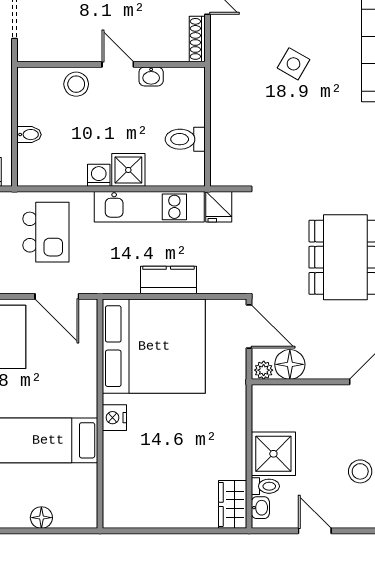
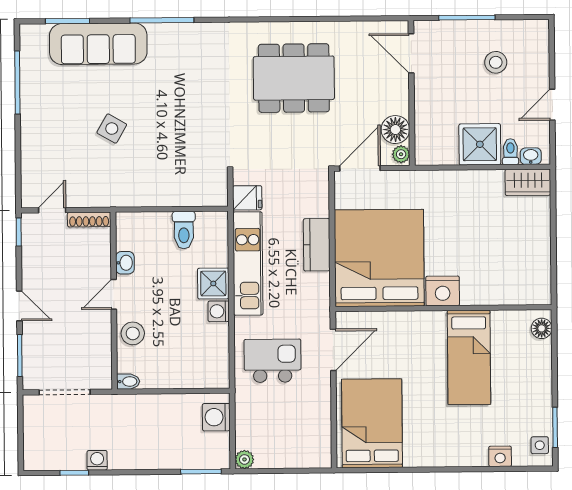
bidet: (29, 135) -> (128, 382), moved, turned 90
nightstand: (114, 418) -> (443, 291), width x1.36, depth x1.33
floor lamp: (41, 518) -> (542, 328), moved

